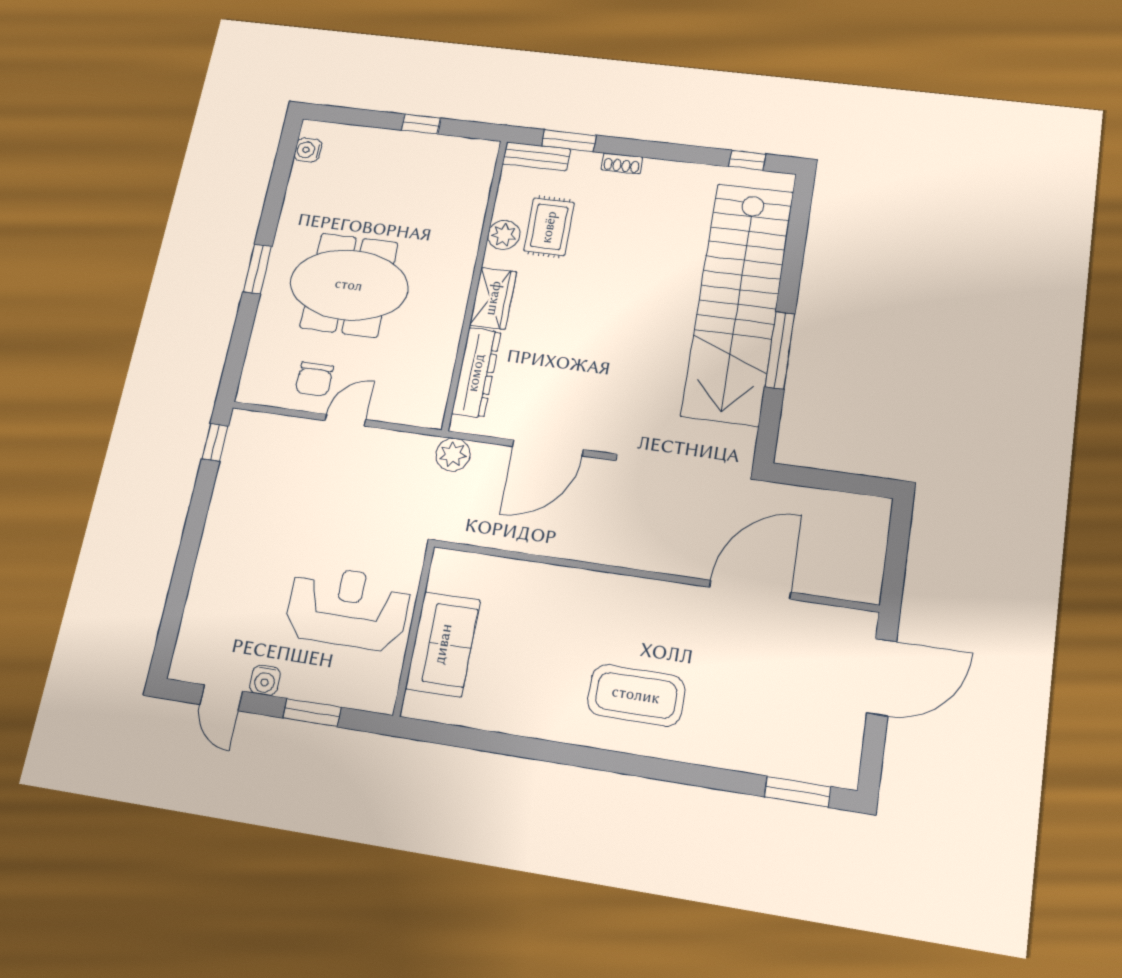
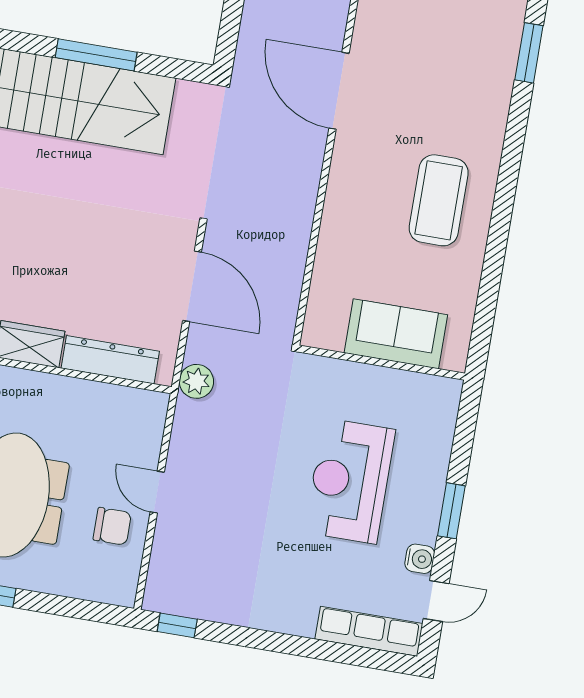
row of seats: (195, 629) -> (369, 631), added
wall: (414, 630) -> (382, 363), moved
sofa: (443, 644) -> (396, 334), moved

